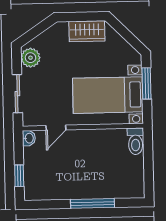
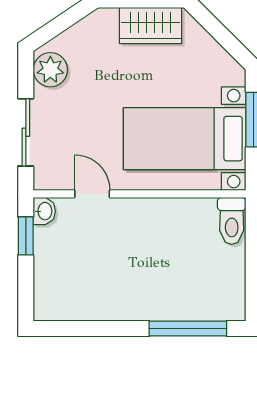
door: (56, 128) -> (92, 194), swing flipped
window: (19, 176) -> (26, 236), moved
window: (93, 203) -> (188, 328), moved

